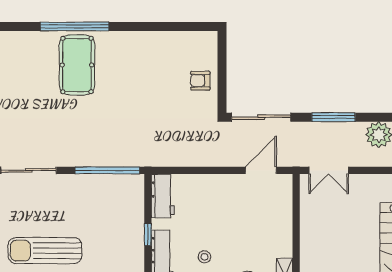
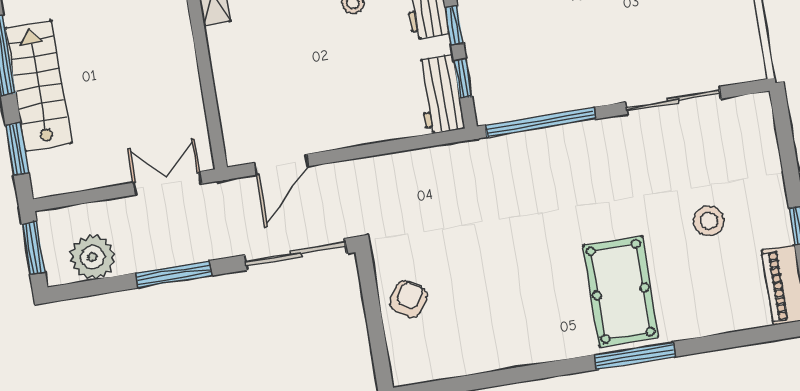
window: (75, 27) -> (635, 356), width x0.68
armchair: (200, 81) -> (408, 299), turned -56
stool: (19, 97) -> (709, 221), added
window: (148, 203) -> (463, 79), added

